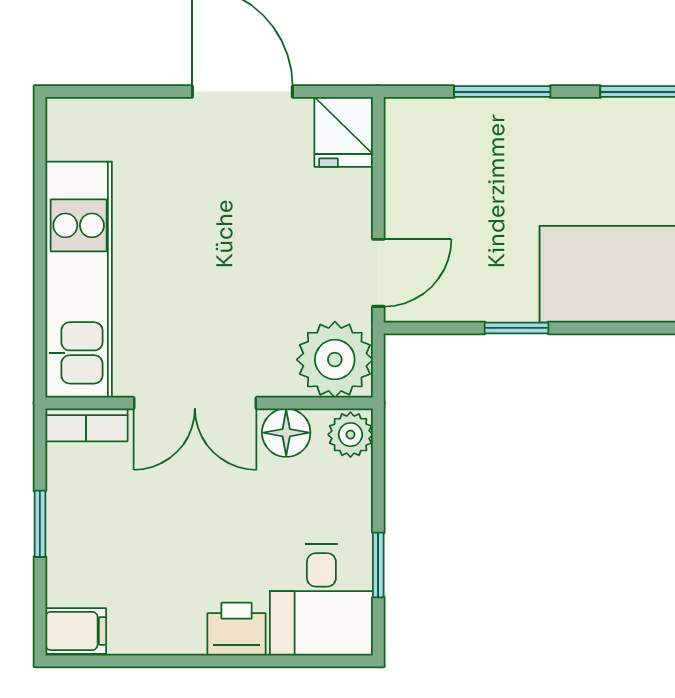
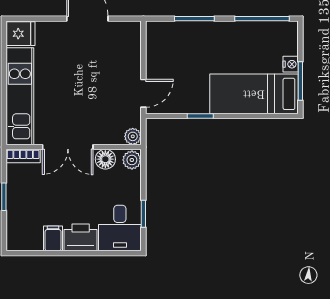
fridge: (344, 132) -> (21, 34), moved, turned -90
plant: (335, 360) -> (133, 136), width x0.53, depth x0.53
printer: (236, 629) -> (81, 237), width x1.36, depth x1.24
filing cabinet: (76, 631) -> (53, 238), moved, turned -90

